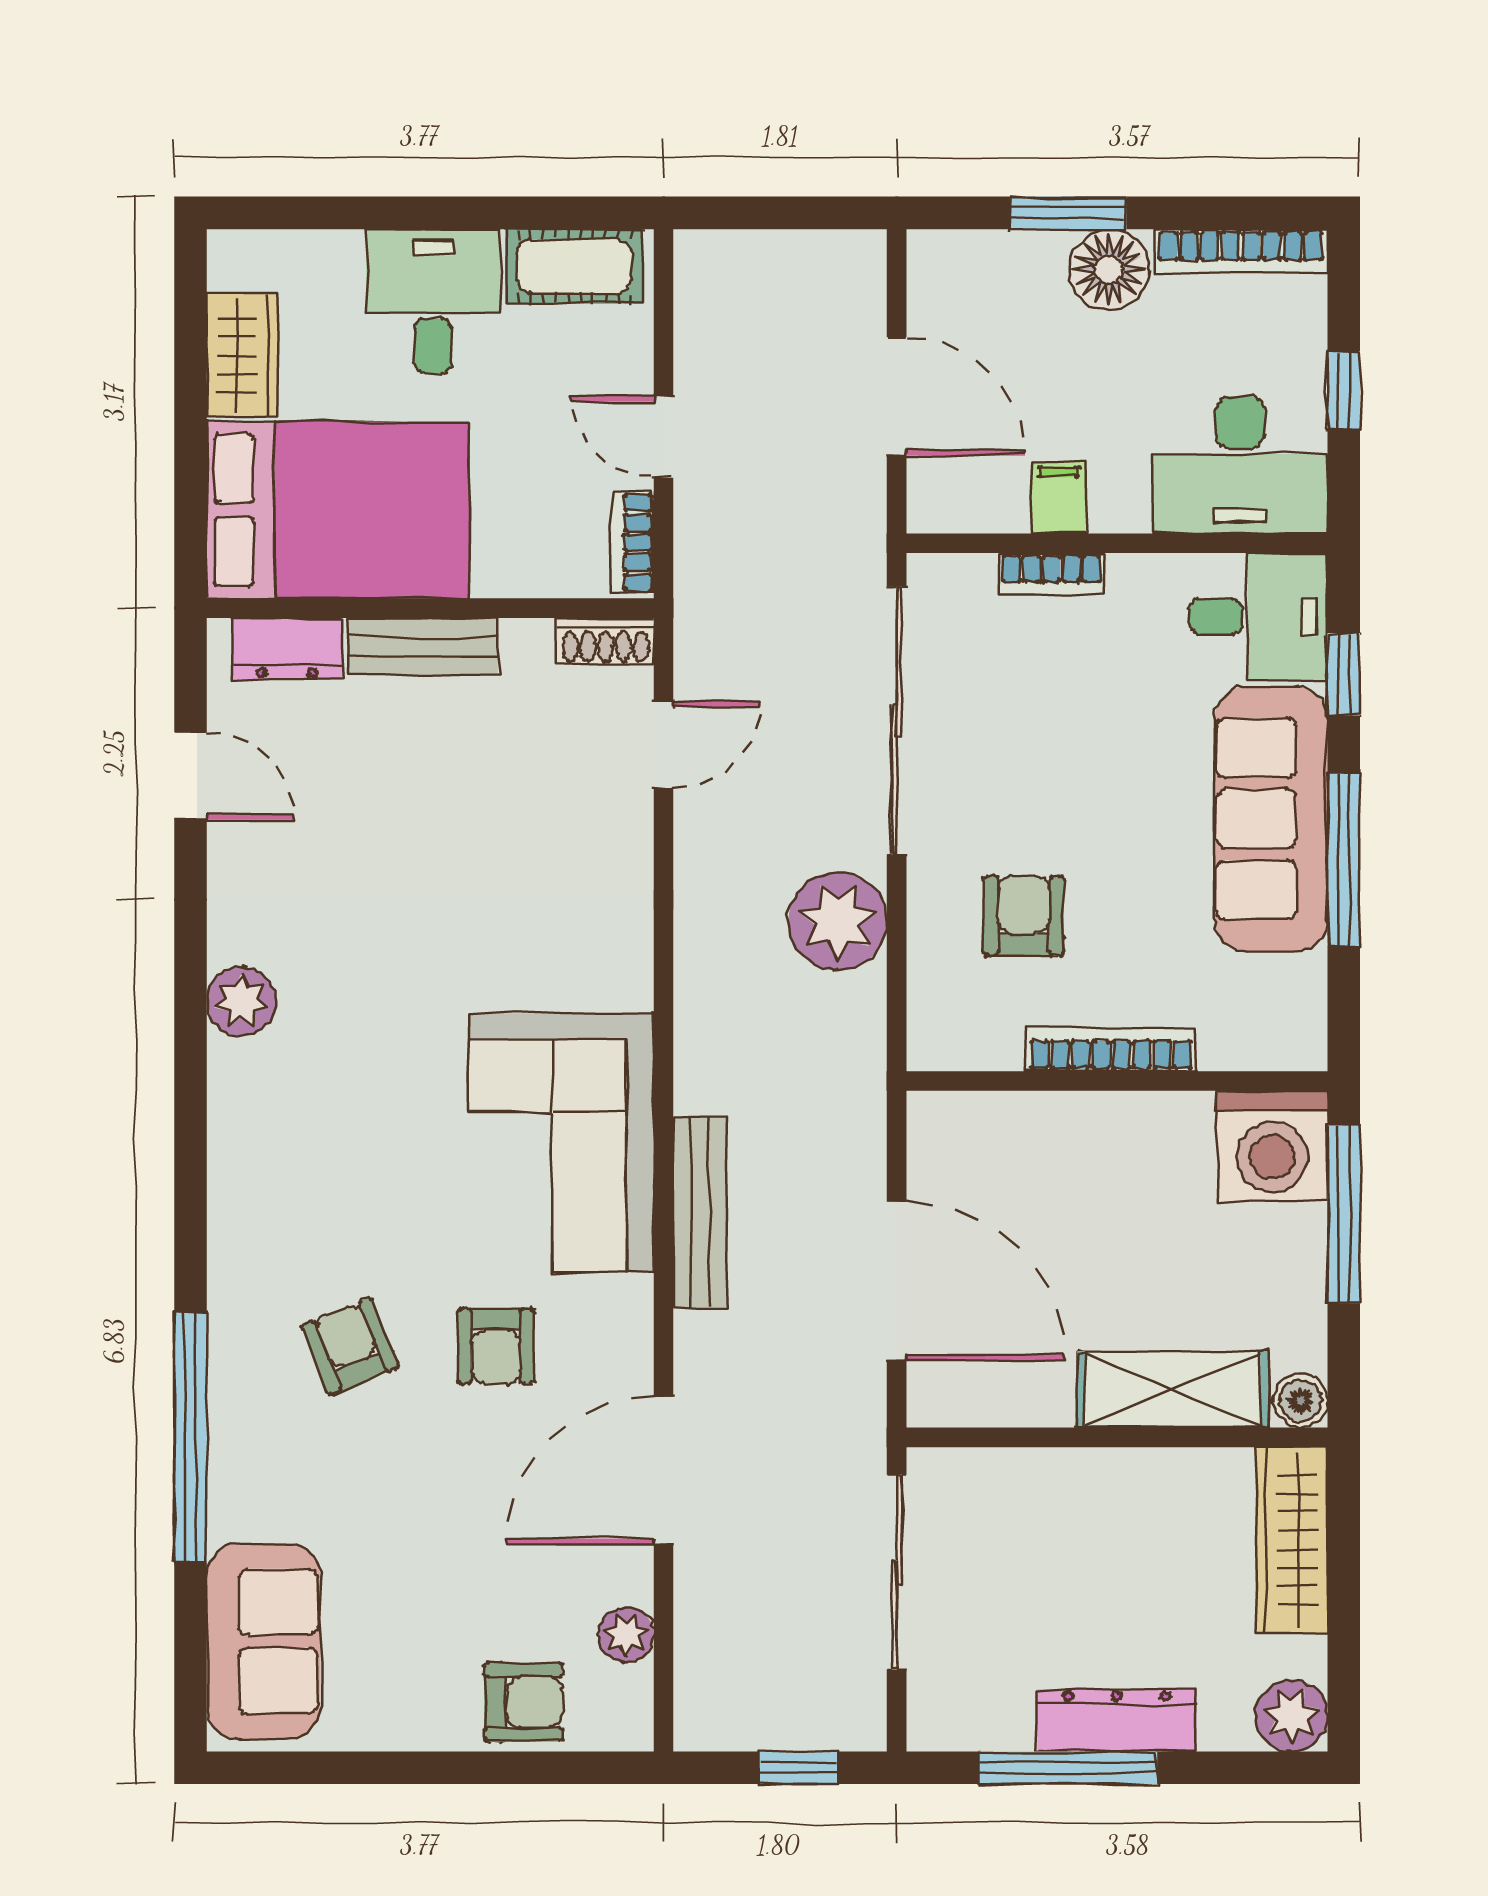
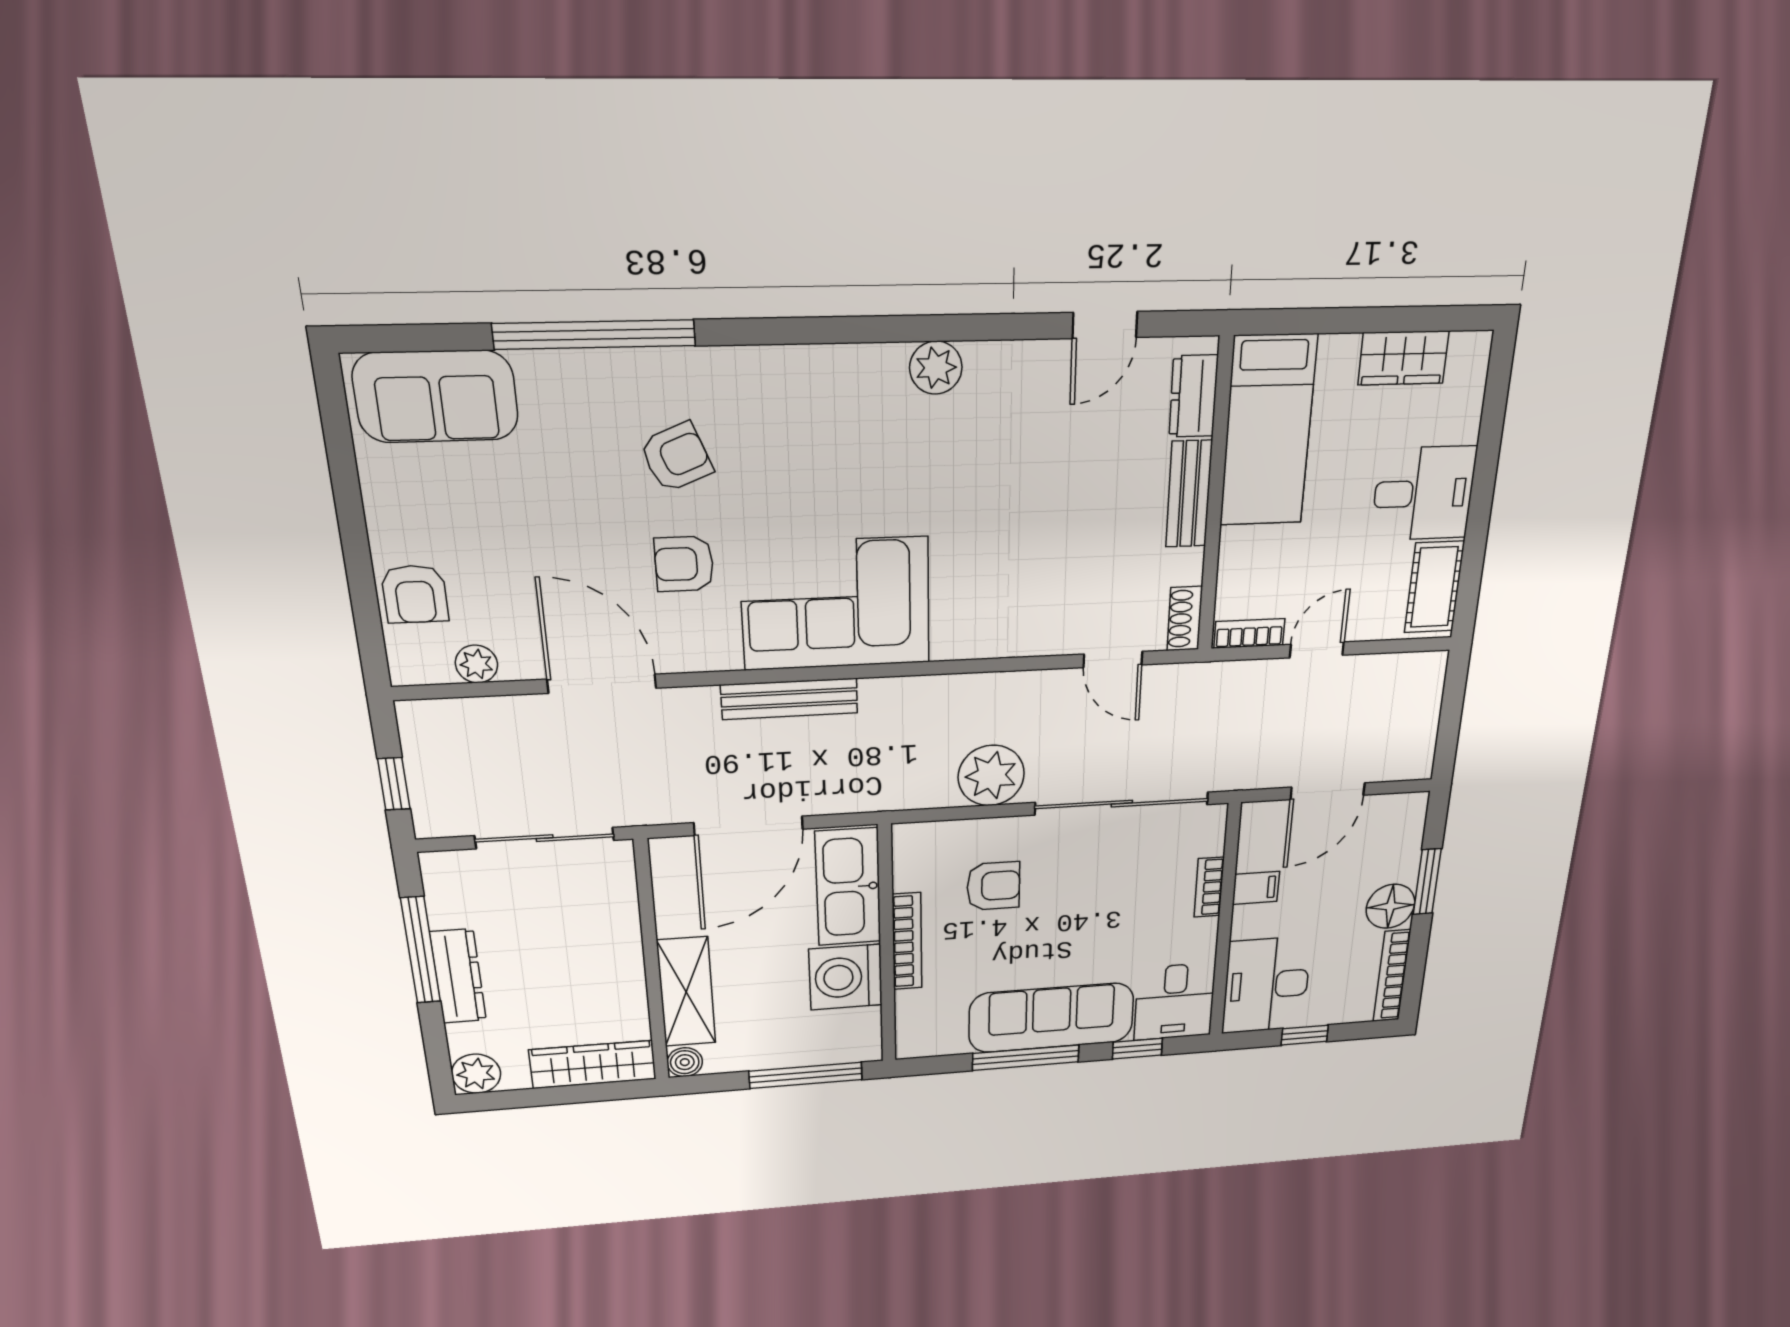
bed: (338, 510) -> (1268, 431), width x0.67
kitchen sink: (1009, 1138) -> (848, 887), added
washing machine: (1272, 1146) -> (846, 977), moved

